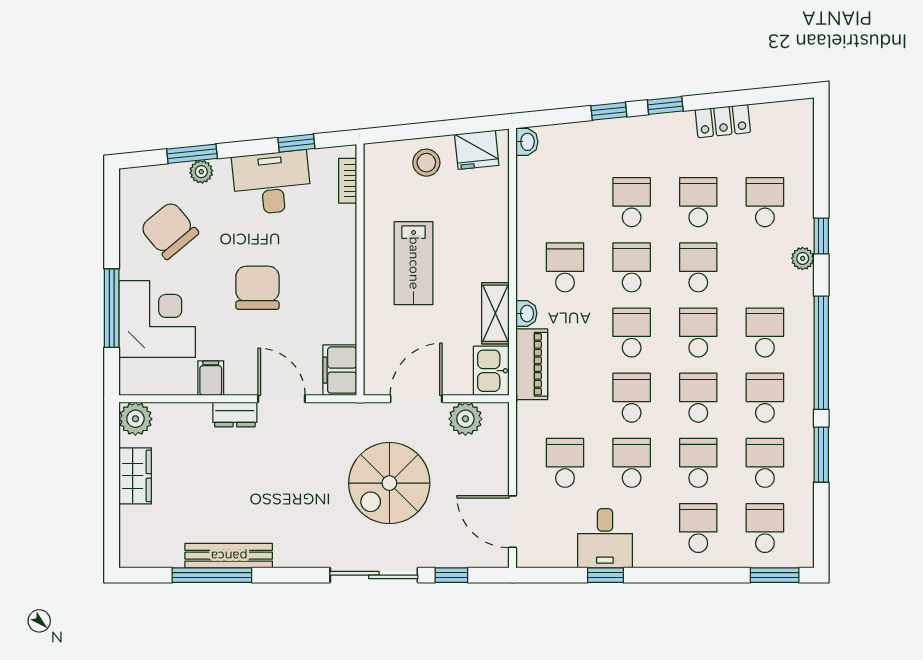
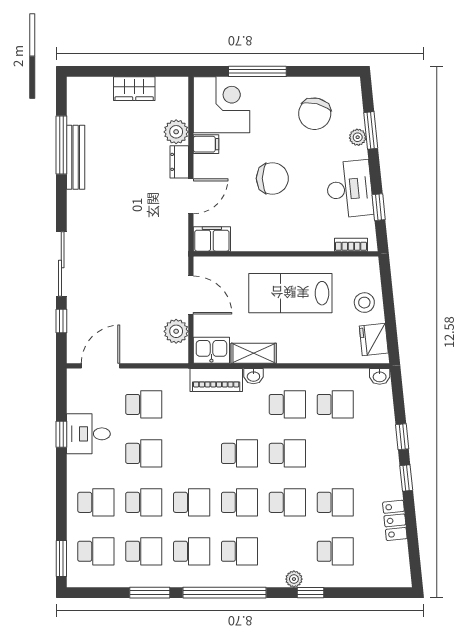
school desk: (632, 202) -> (335, 404), moved
chair: (169, 230) -> (315, 114), turned 144
lab bench: (414, 263) -> (290, 293), width x1.36, depth x1.39
corner desk: (157, 319) -> (222, 105), moved, turned -90
school desk: (632, 398) -> (192, 453), removed
plant: (135, 419) -> (176, 132), moved
spiral stairs: (389, 483) -> (129, 275), removed

